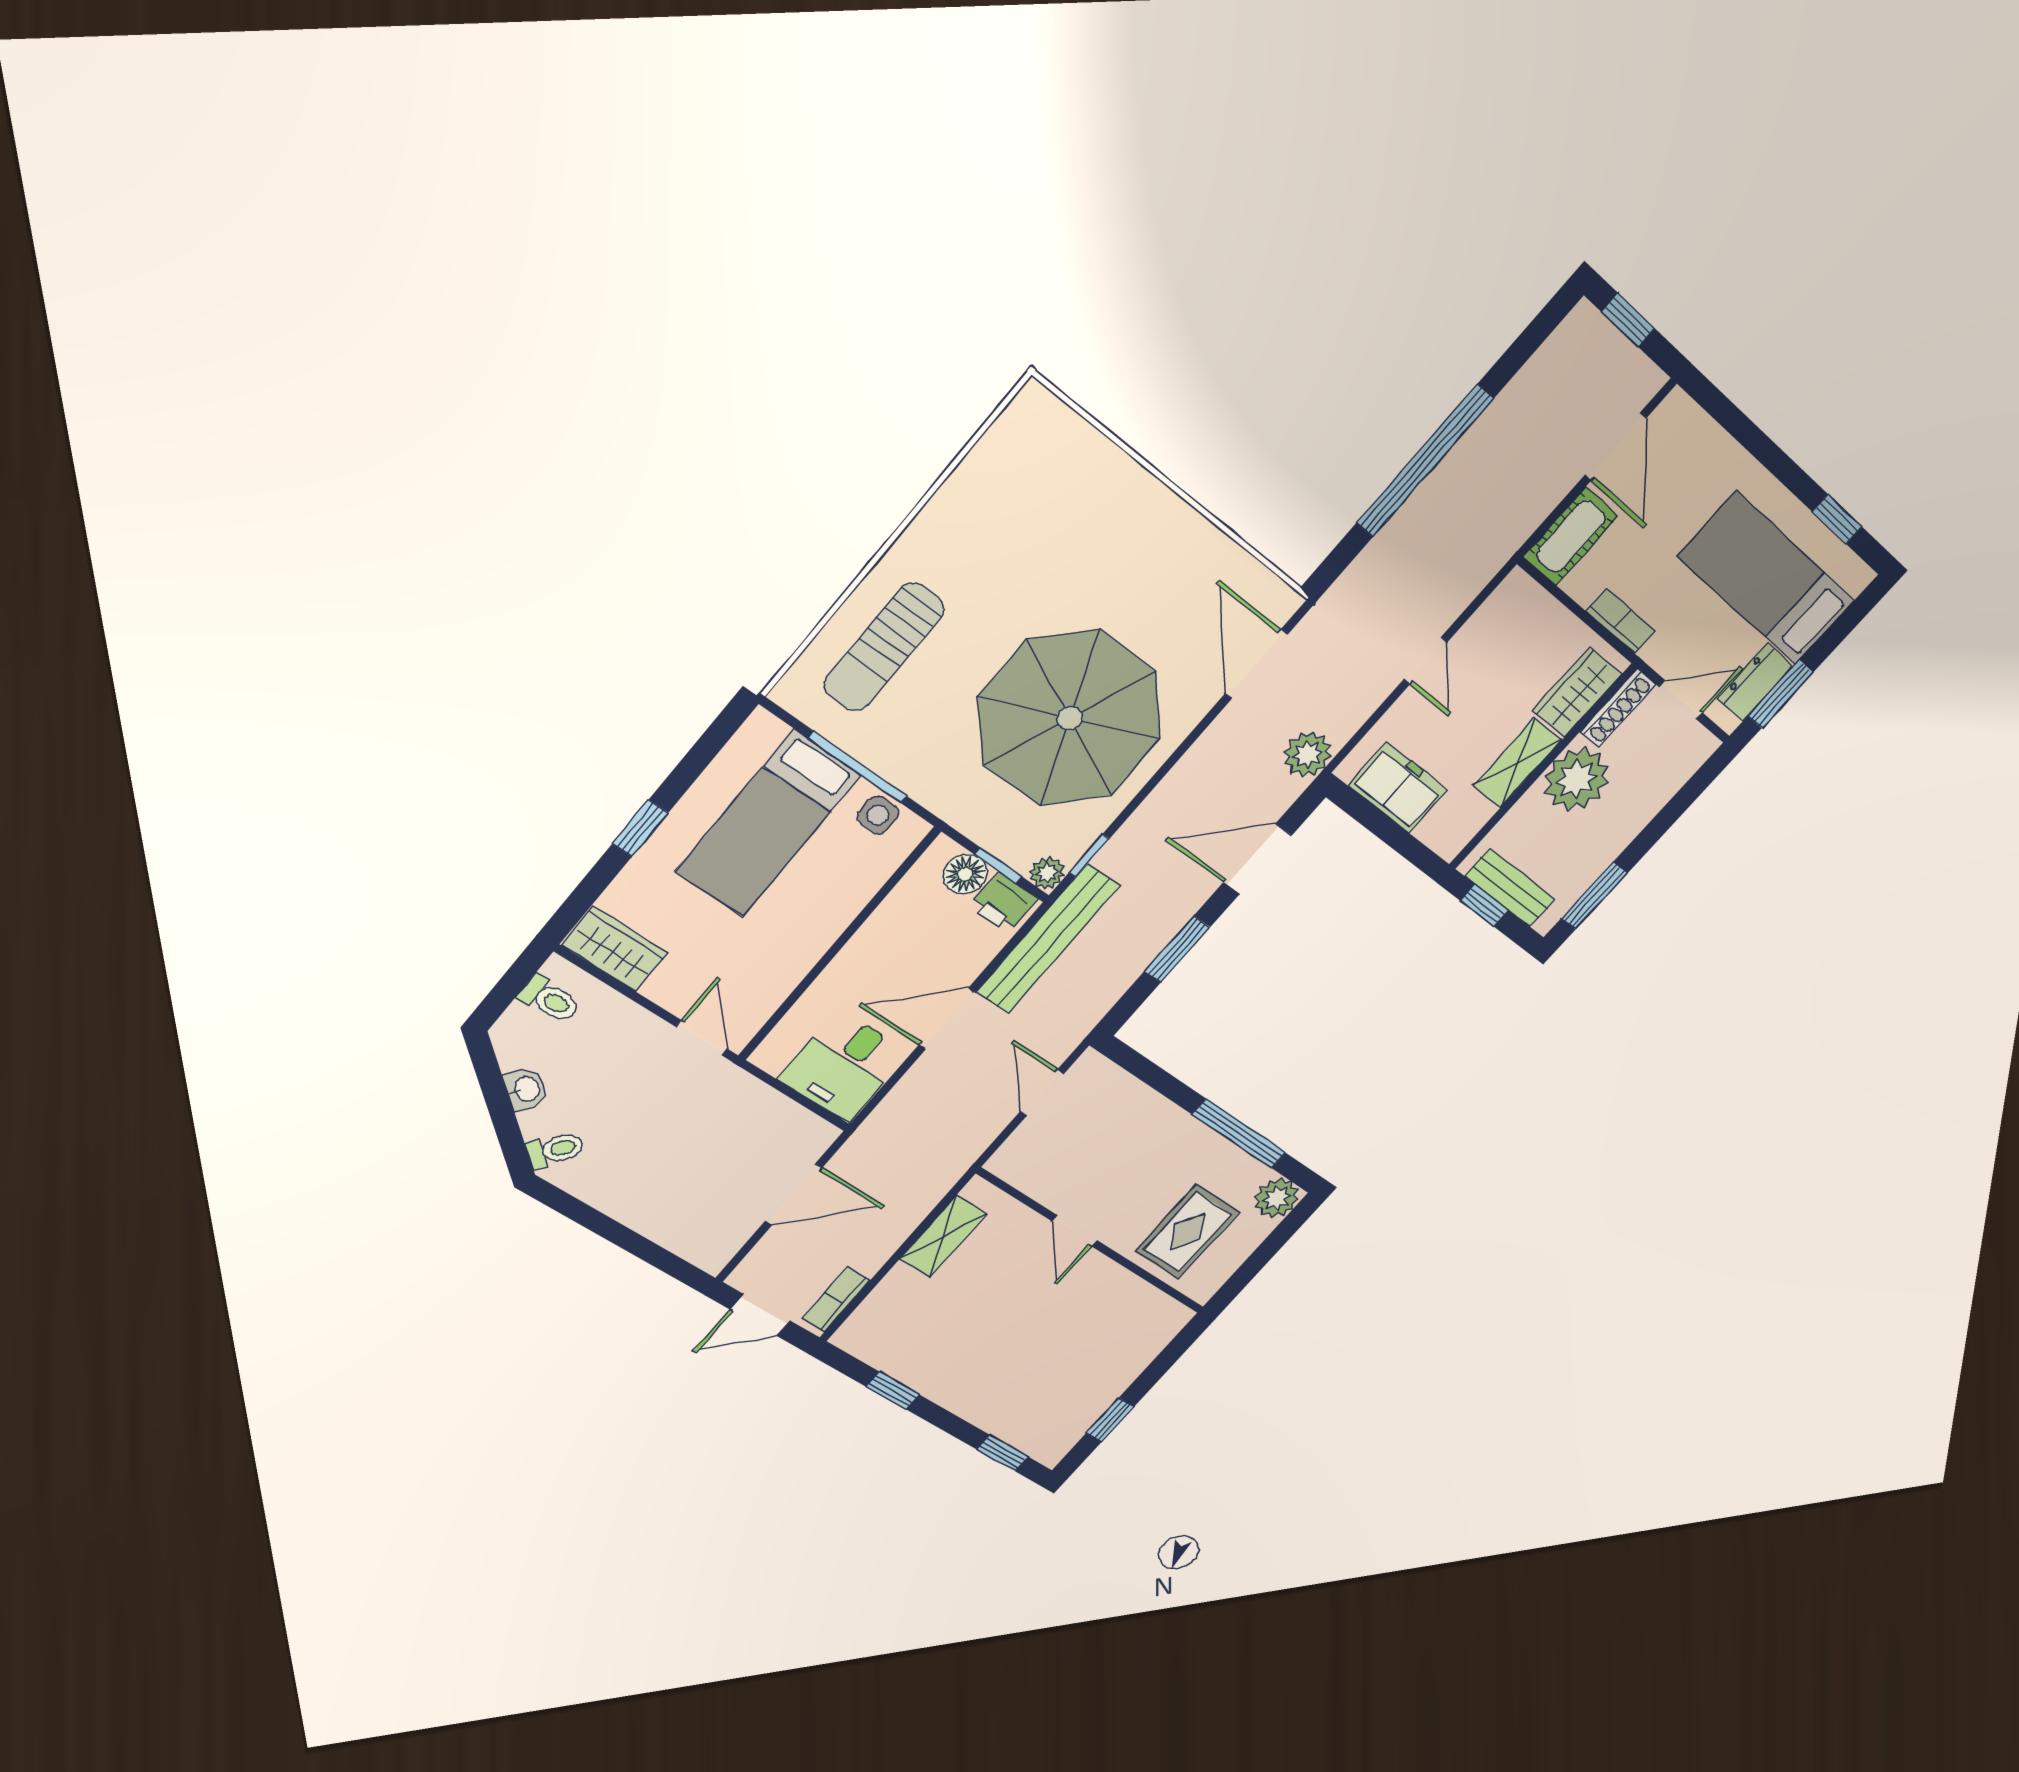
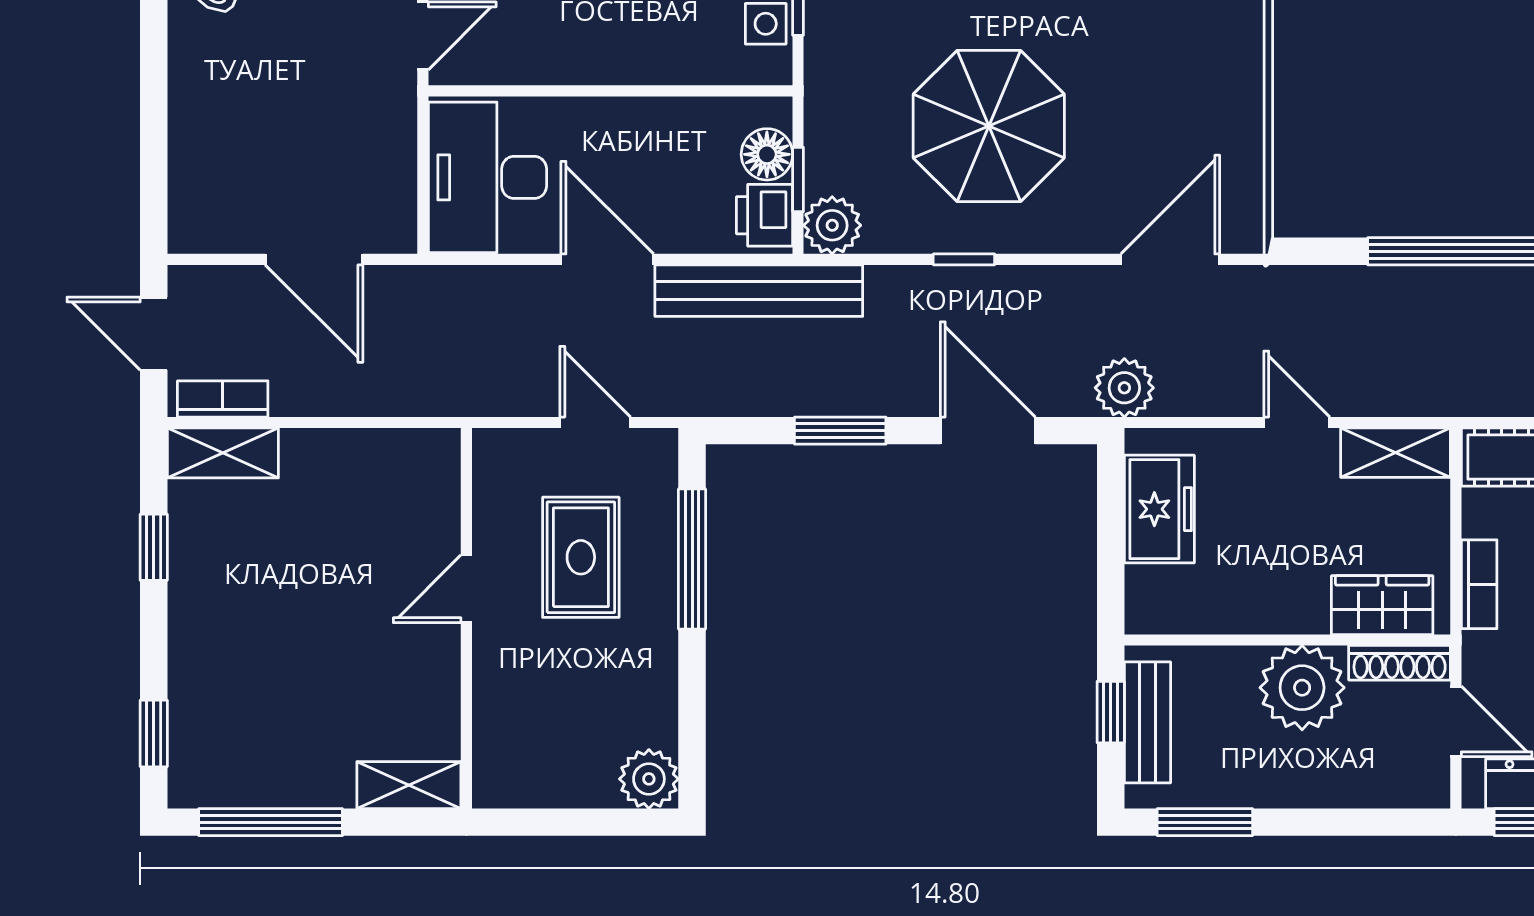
door: (1425, 661) -> (1297, 422), swing flipped
parasol: (1070, 718) -> (989, 126), width x0.73, depth x0.73
shelving: (1517, 763) -> (1396, 453), moved
window: (1089, 856) -> (964, 259), moved
plant: (1047, 873) -> (832, 225), width x1.38, depth x1.38
desk: (844, 1066) -> (487, 177), width x1.37
door: (1042, 1093) -> (595, 422), hinge flipped
window: (1239, 1134) -> (692, 559), moved
rug: (1187, 1232) -> (581, 557), moved, turned 90
shelving: (943, 1237) -> (223, 453), moved
shelving: (1158, 1333) -> (409, 785), added
window: (1110, 1420) -> (271, 822), width x2.17

